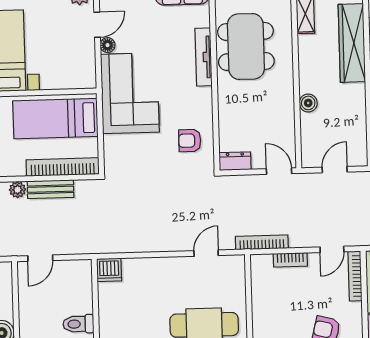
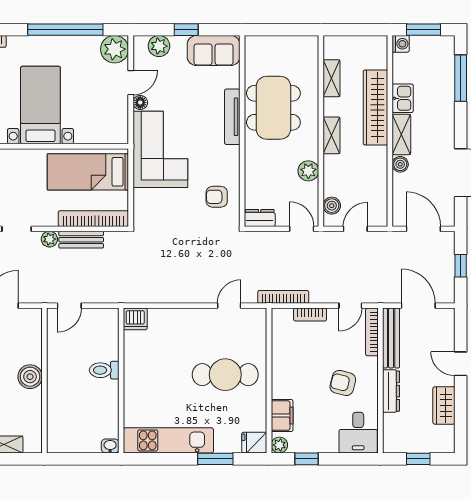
shelving: (307, 73) -> (331, 135), added
boiler: (308, 103) -> (332, 206), moved
plant: (284, 111) -> (308, 171), added

